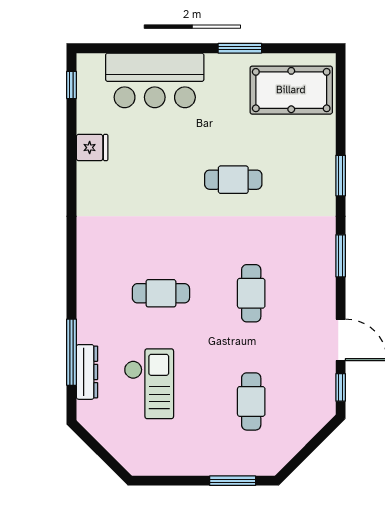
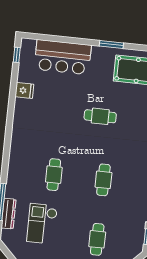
cafe table: (161, 293) -> (54, 175), turned 90
checkout: (149, 384) -> (42, 224), turned 180

